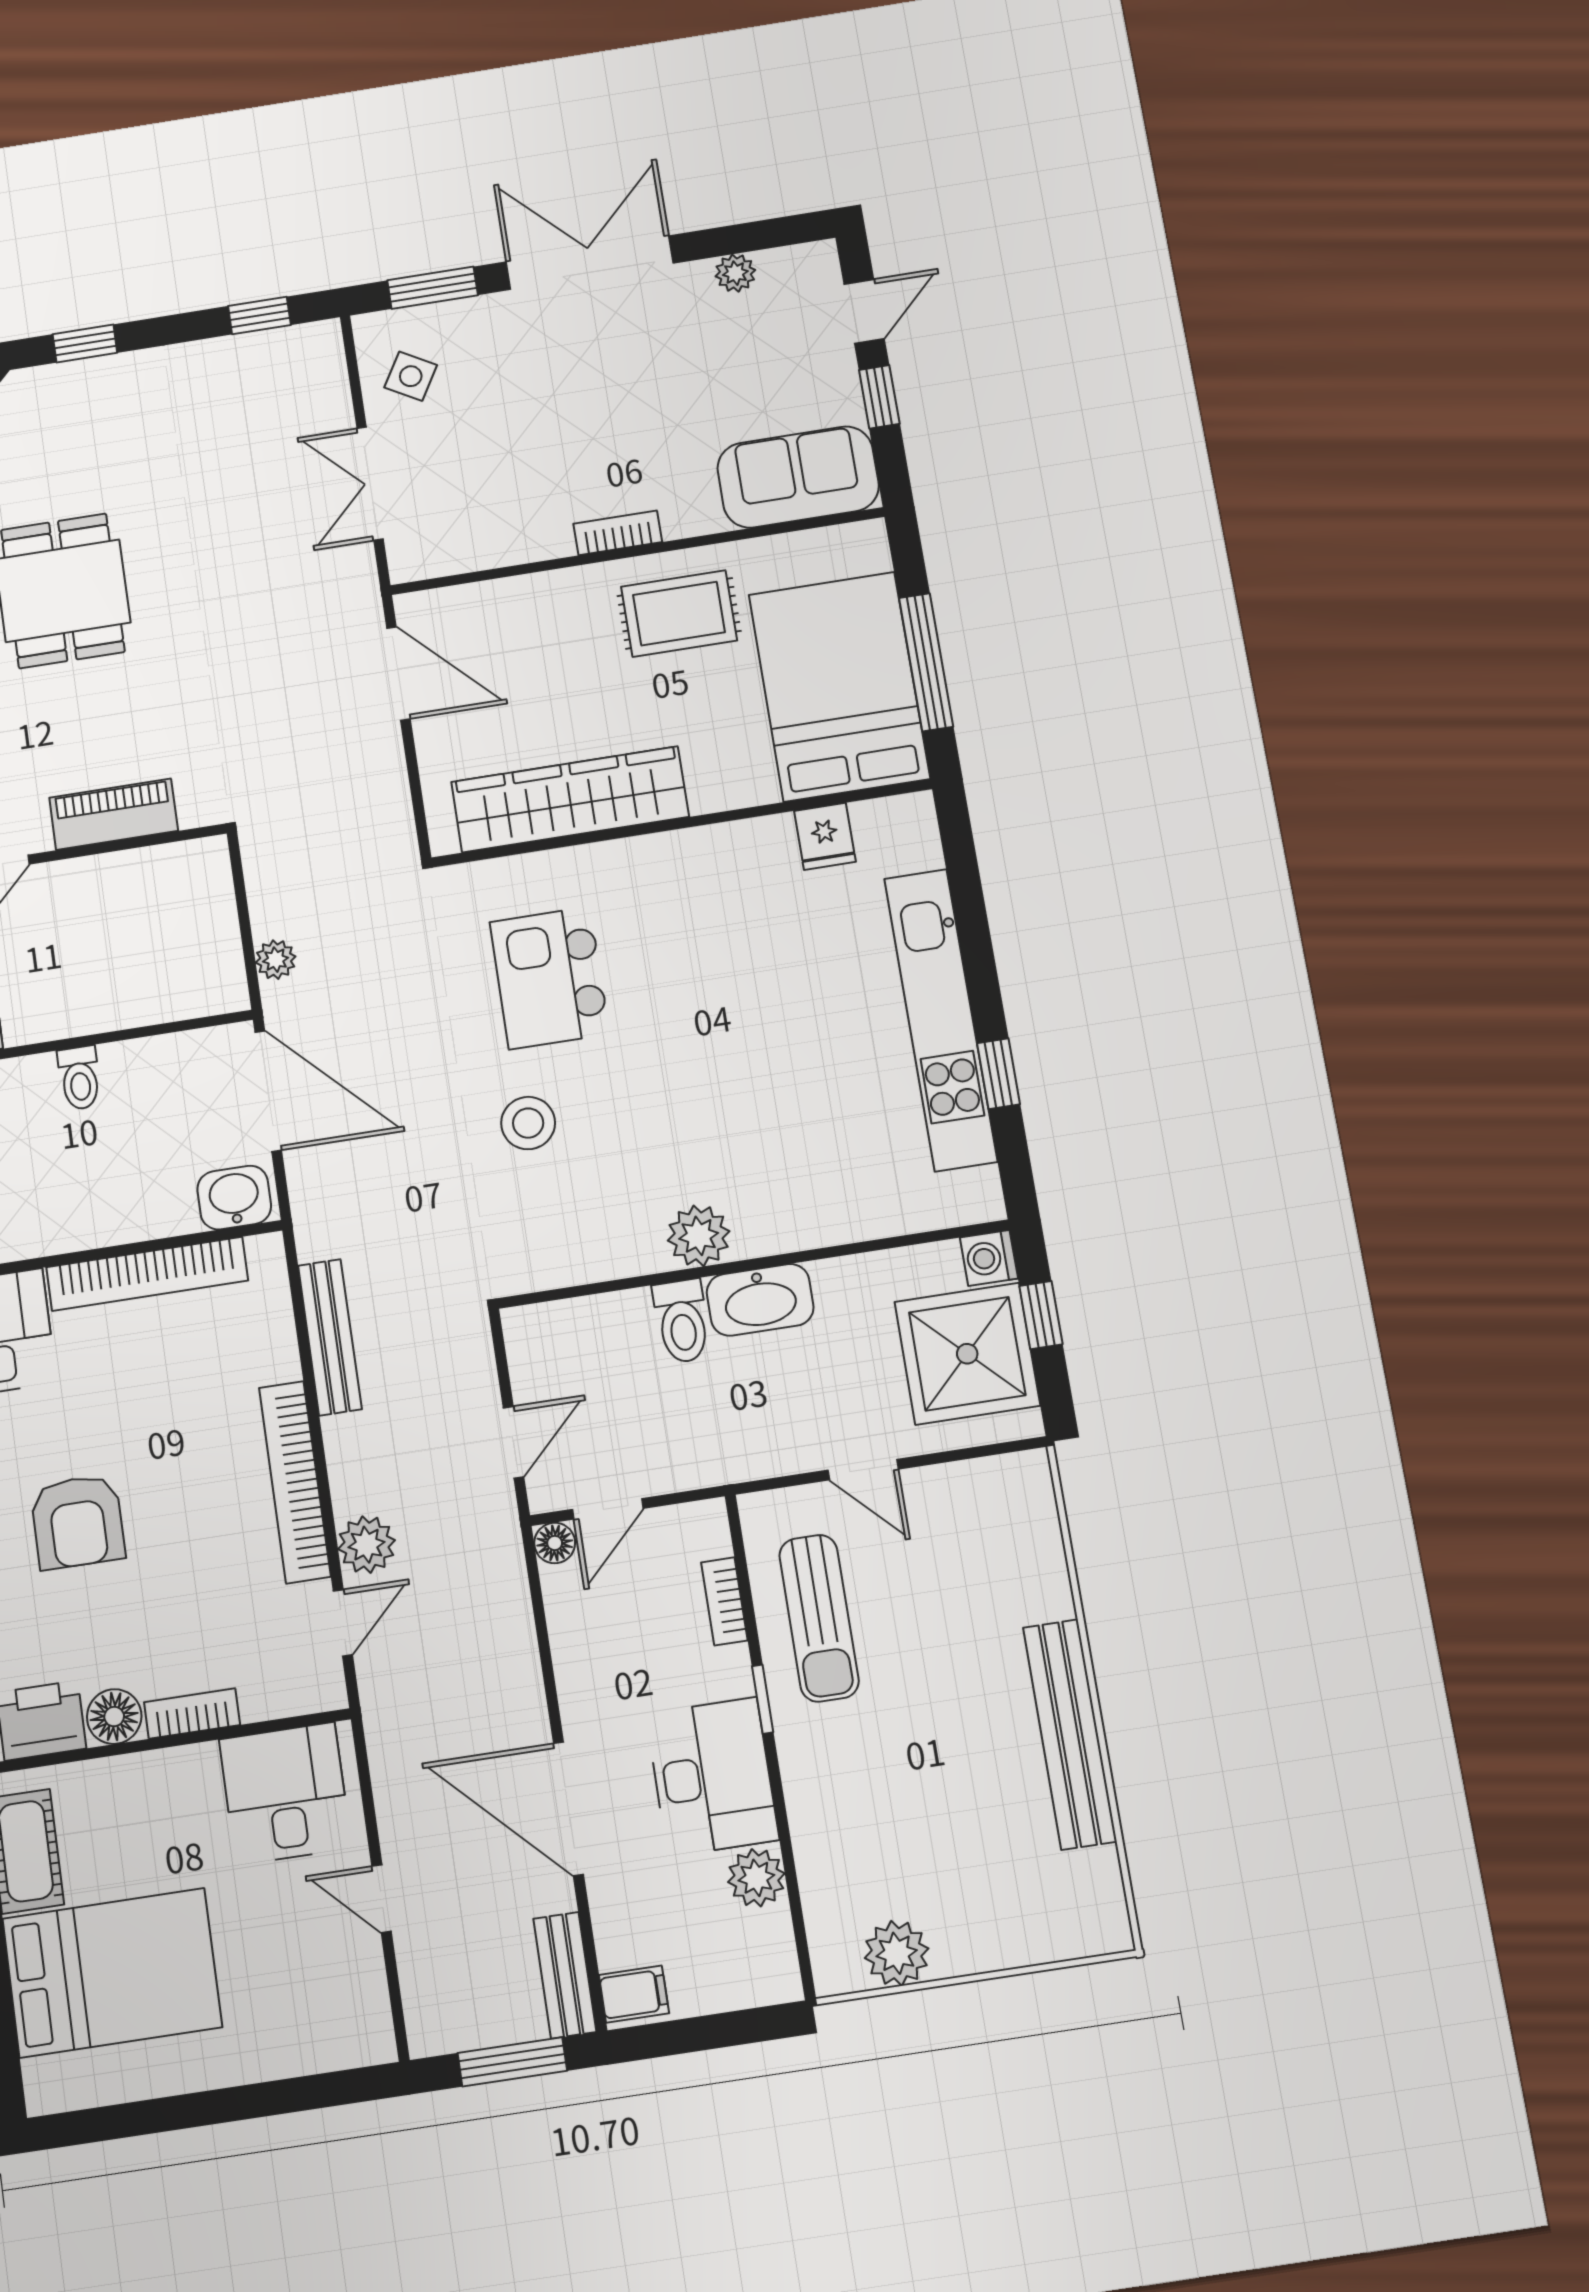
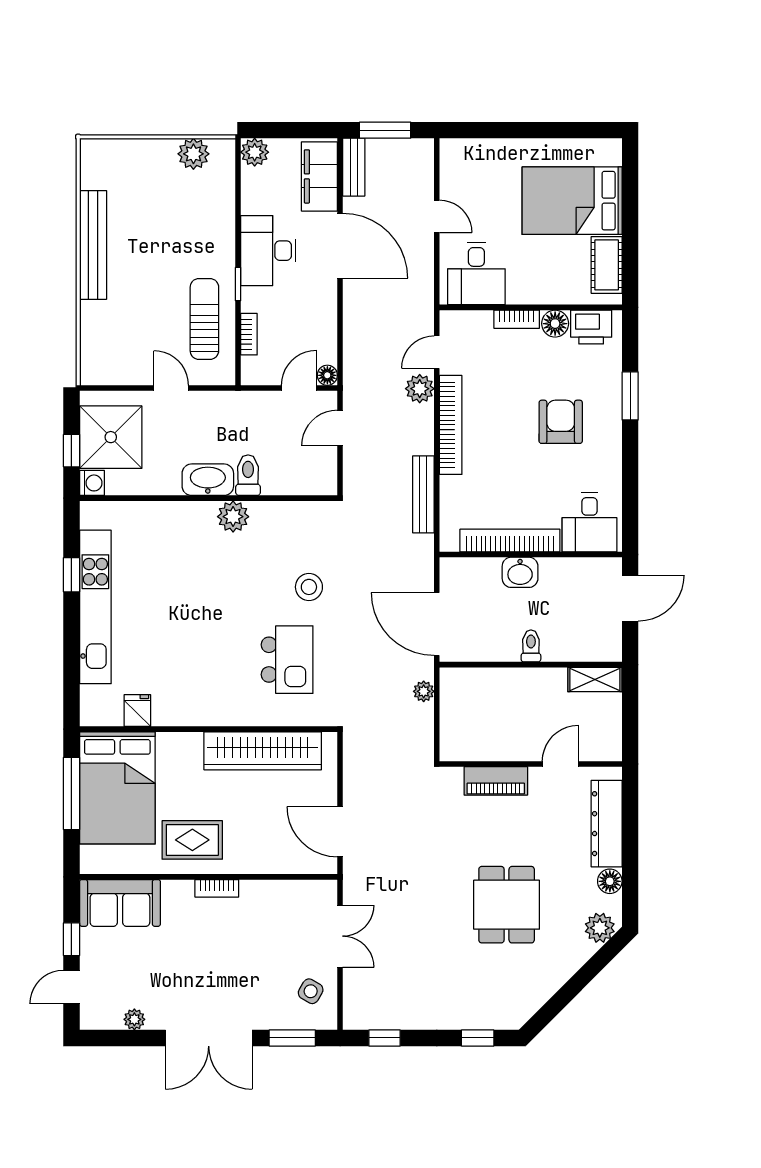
washbasin: (234, 1198) -> (520, 572), moved
plant: (756, 1878) -> (255, 152), moved
filing cabinet: (634, 1994) -> (319, 176), width x3.00, depth x1.17

